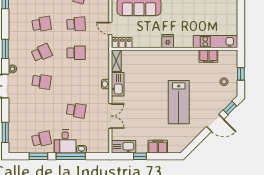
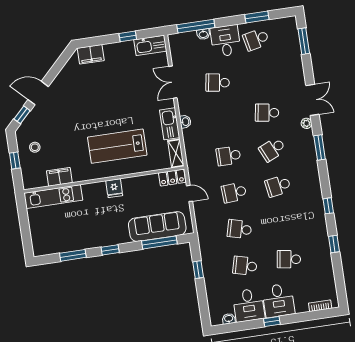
lab bench: (179, 102) -> (117, 146), moved, turned -90
filing cabinet: (158, 147) -> (91, 54), moved
window: (71, 156) -> (196, 26), moved

